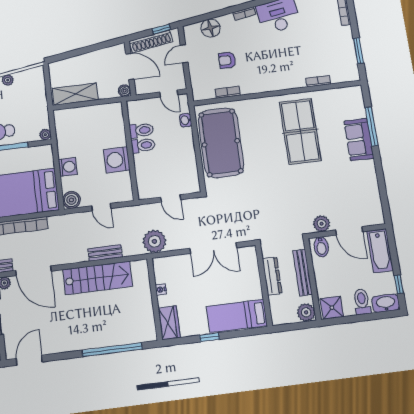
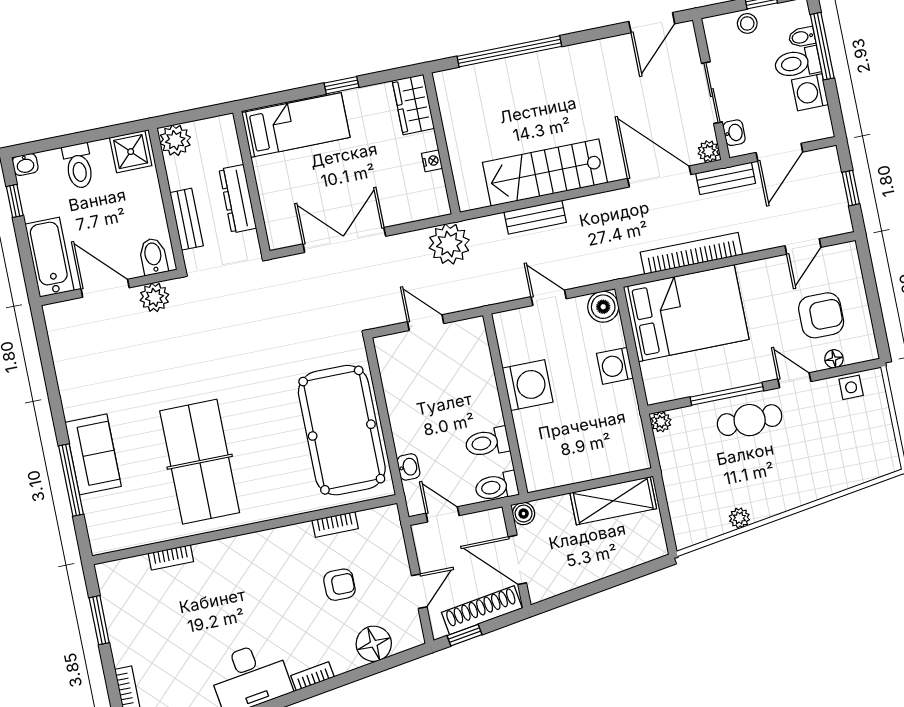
toilet: (143, 145) -> (497, 487), moved
bench: (303, 273) -> (187, 219), width x0.73
washbasin: (386, 303) -> (25, 164), width x0.52, depth x0.69

